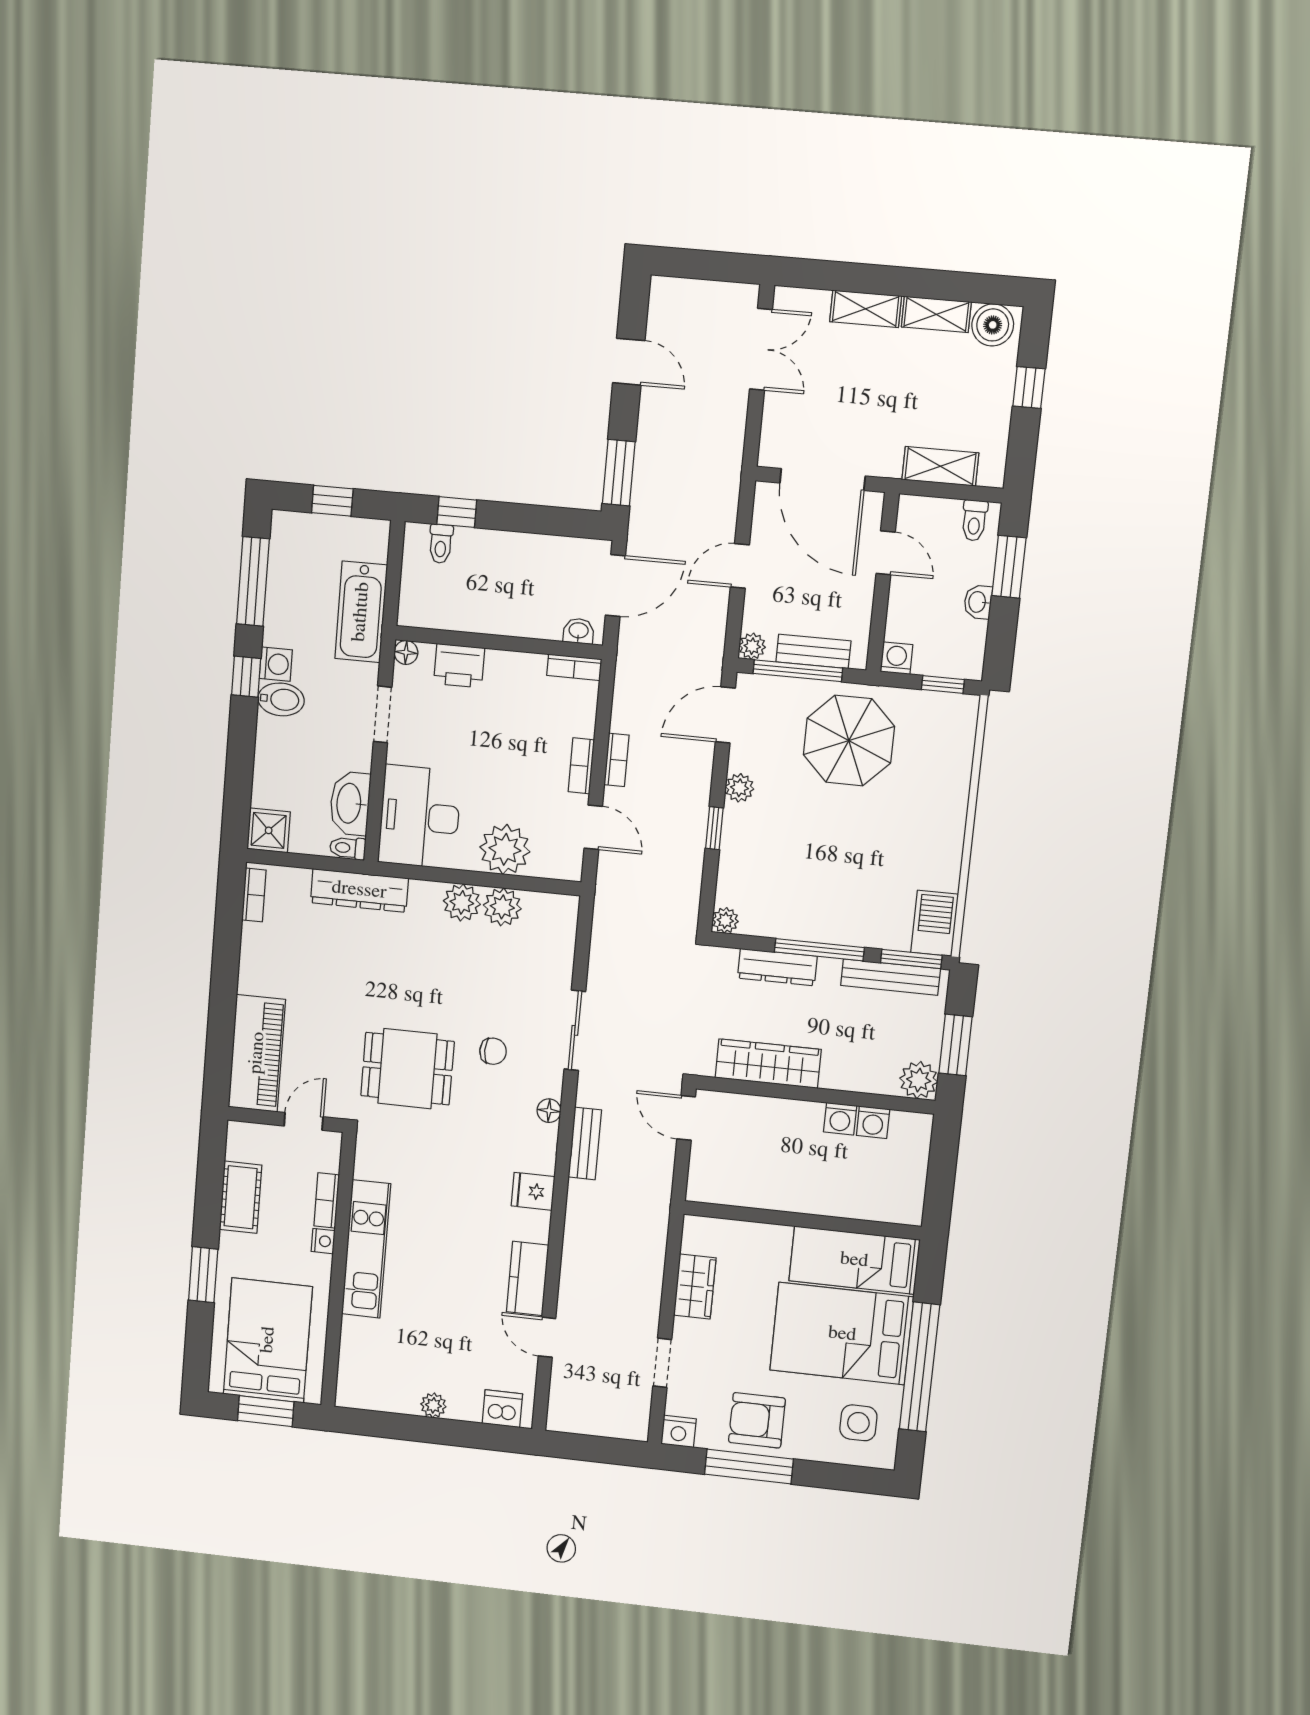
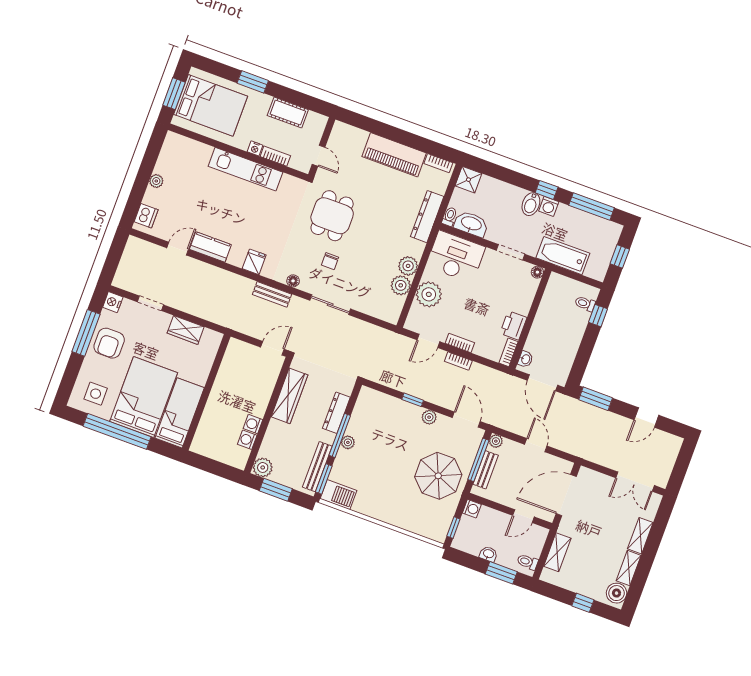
printer: (459, 666) -> (513, 325), moved
plant: (725, 920) -> (348, 442), moved
piano: (257, 1053) -> (394, 155), moved
armchair: (757, 1420) -> (109, 343), turned 180

